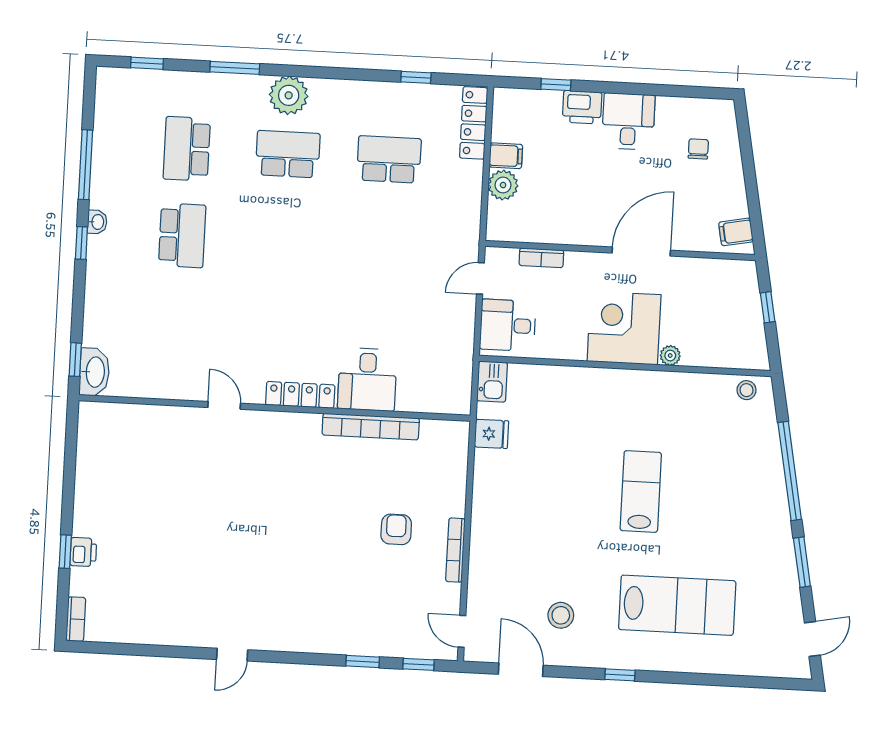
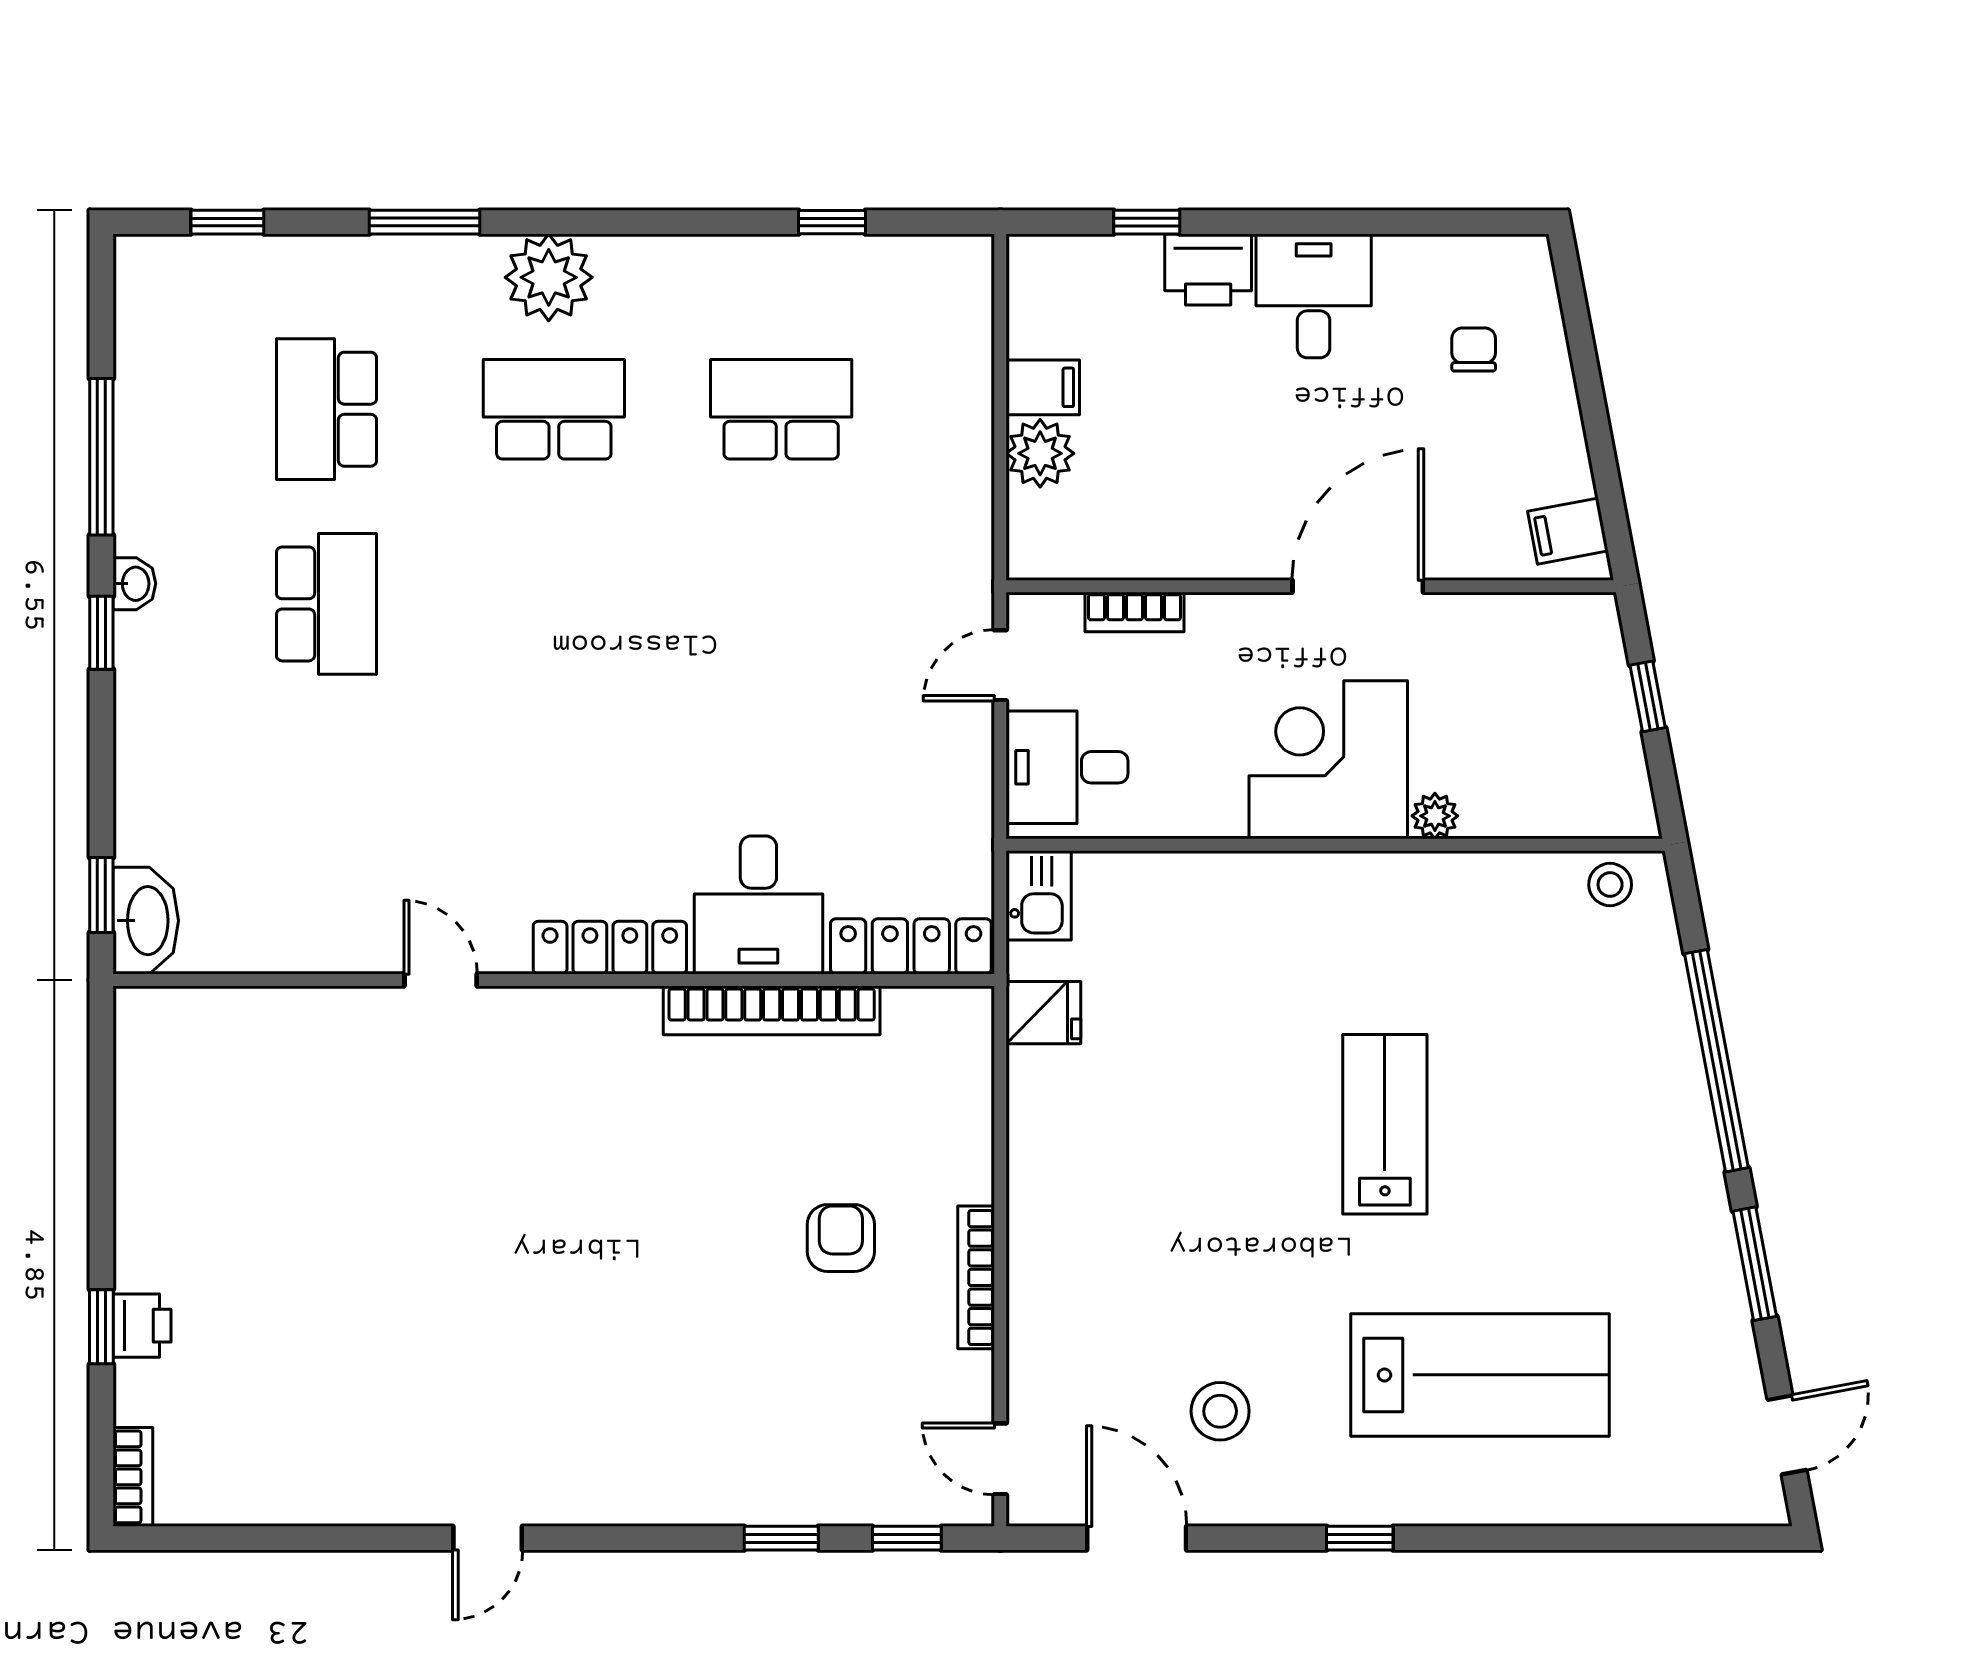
locker: (474, 123) -> (911, 946), moved, turned 90

